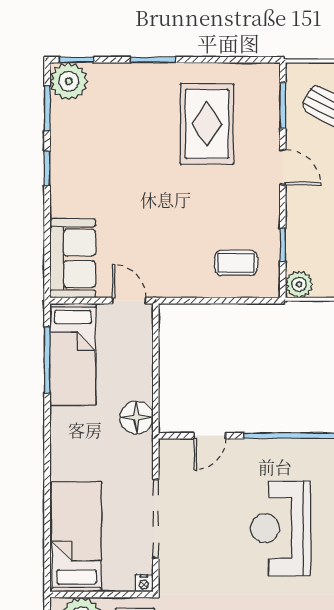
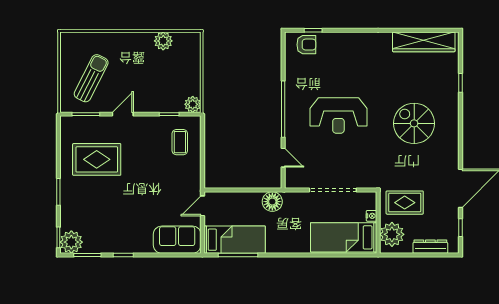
nightstand: (144, 583) -> (371, 216), moved

